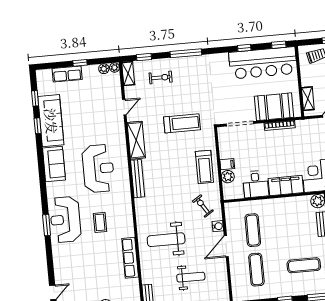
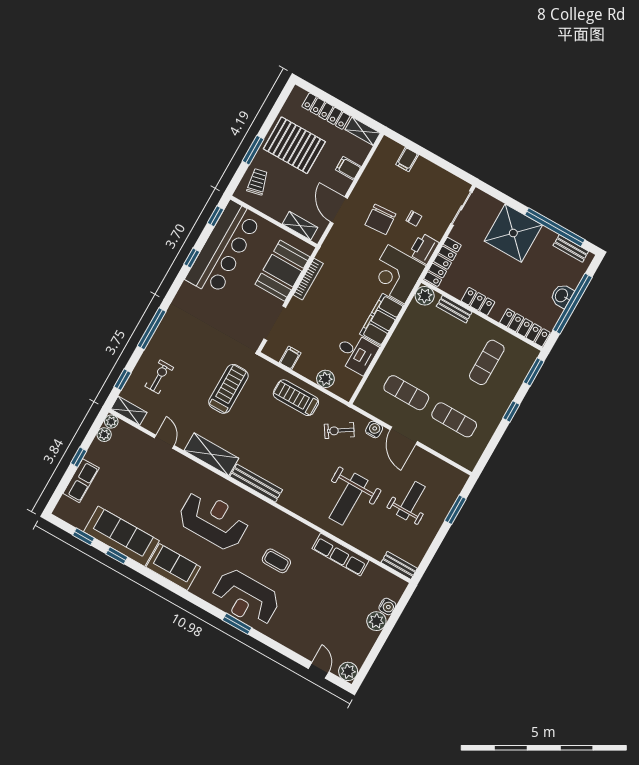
filing cabinet: (227, 164) -> (290, 358), moved
treadmill: (204, 167) -> (296, 398), turned 180

